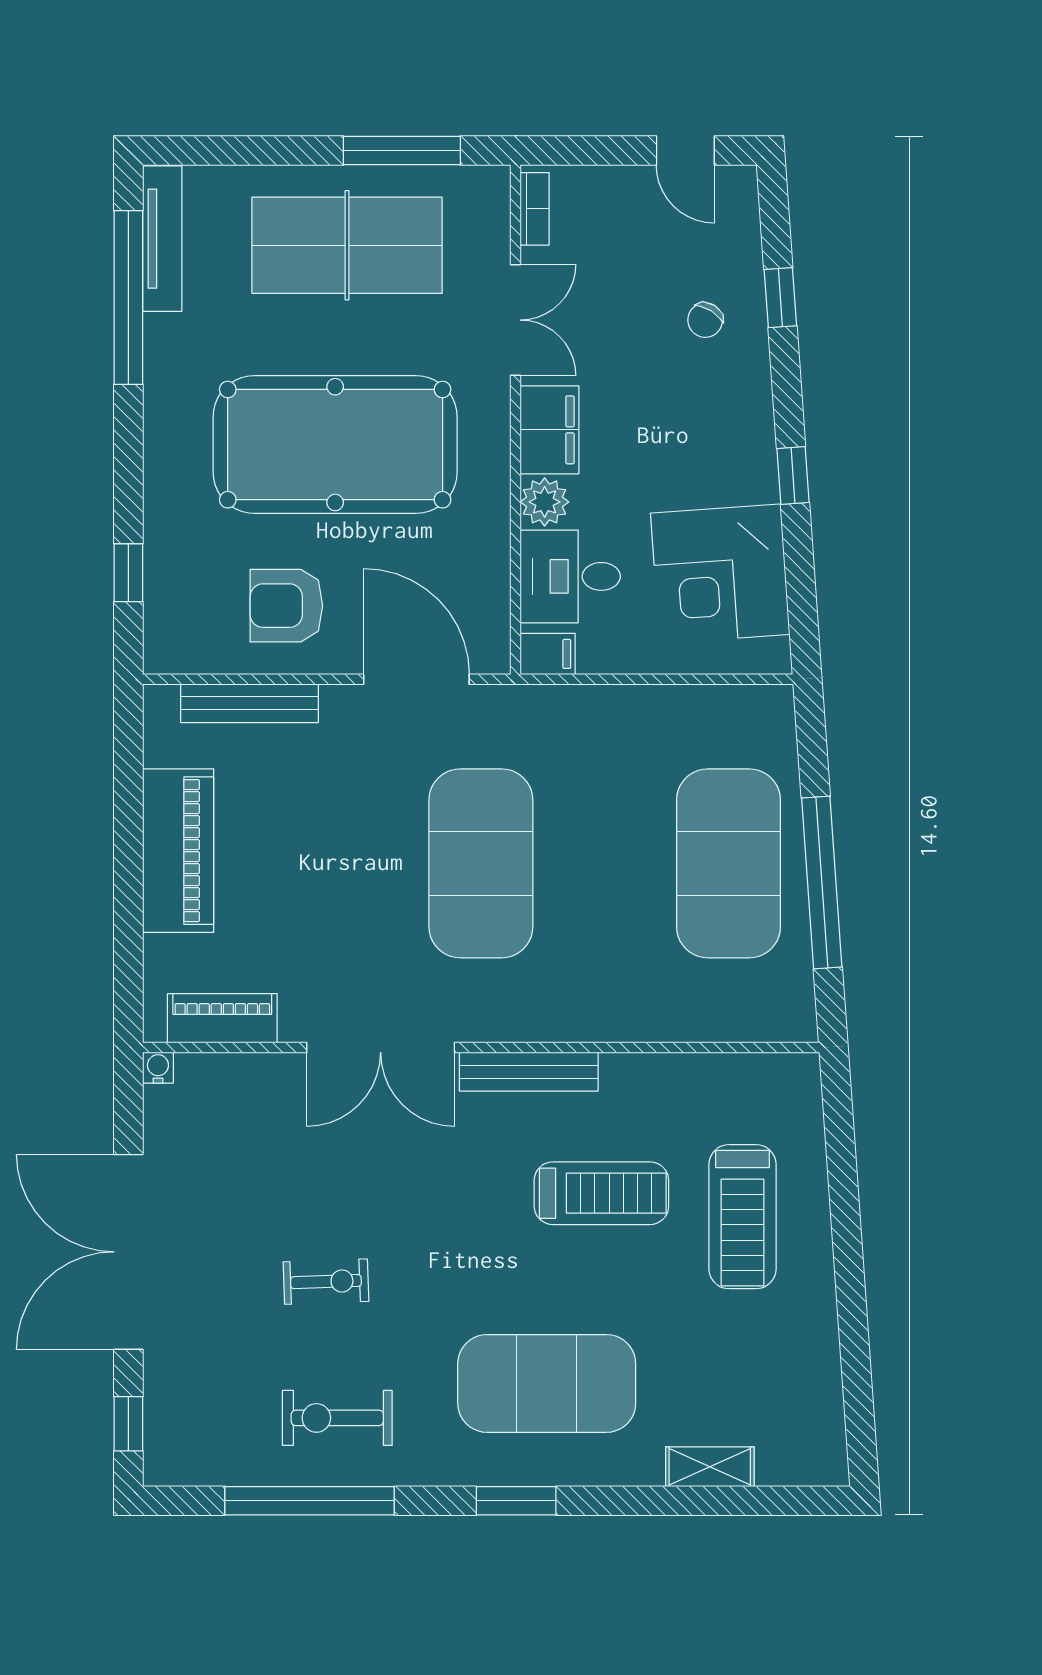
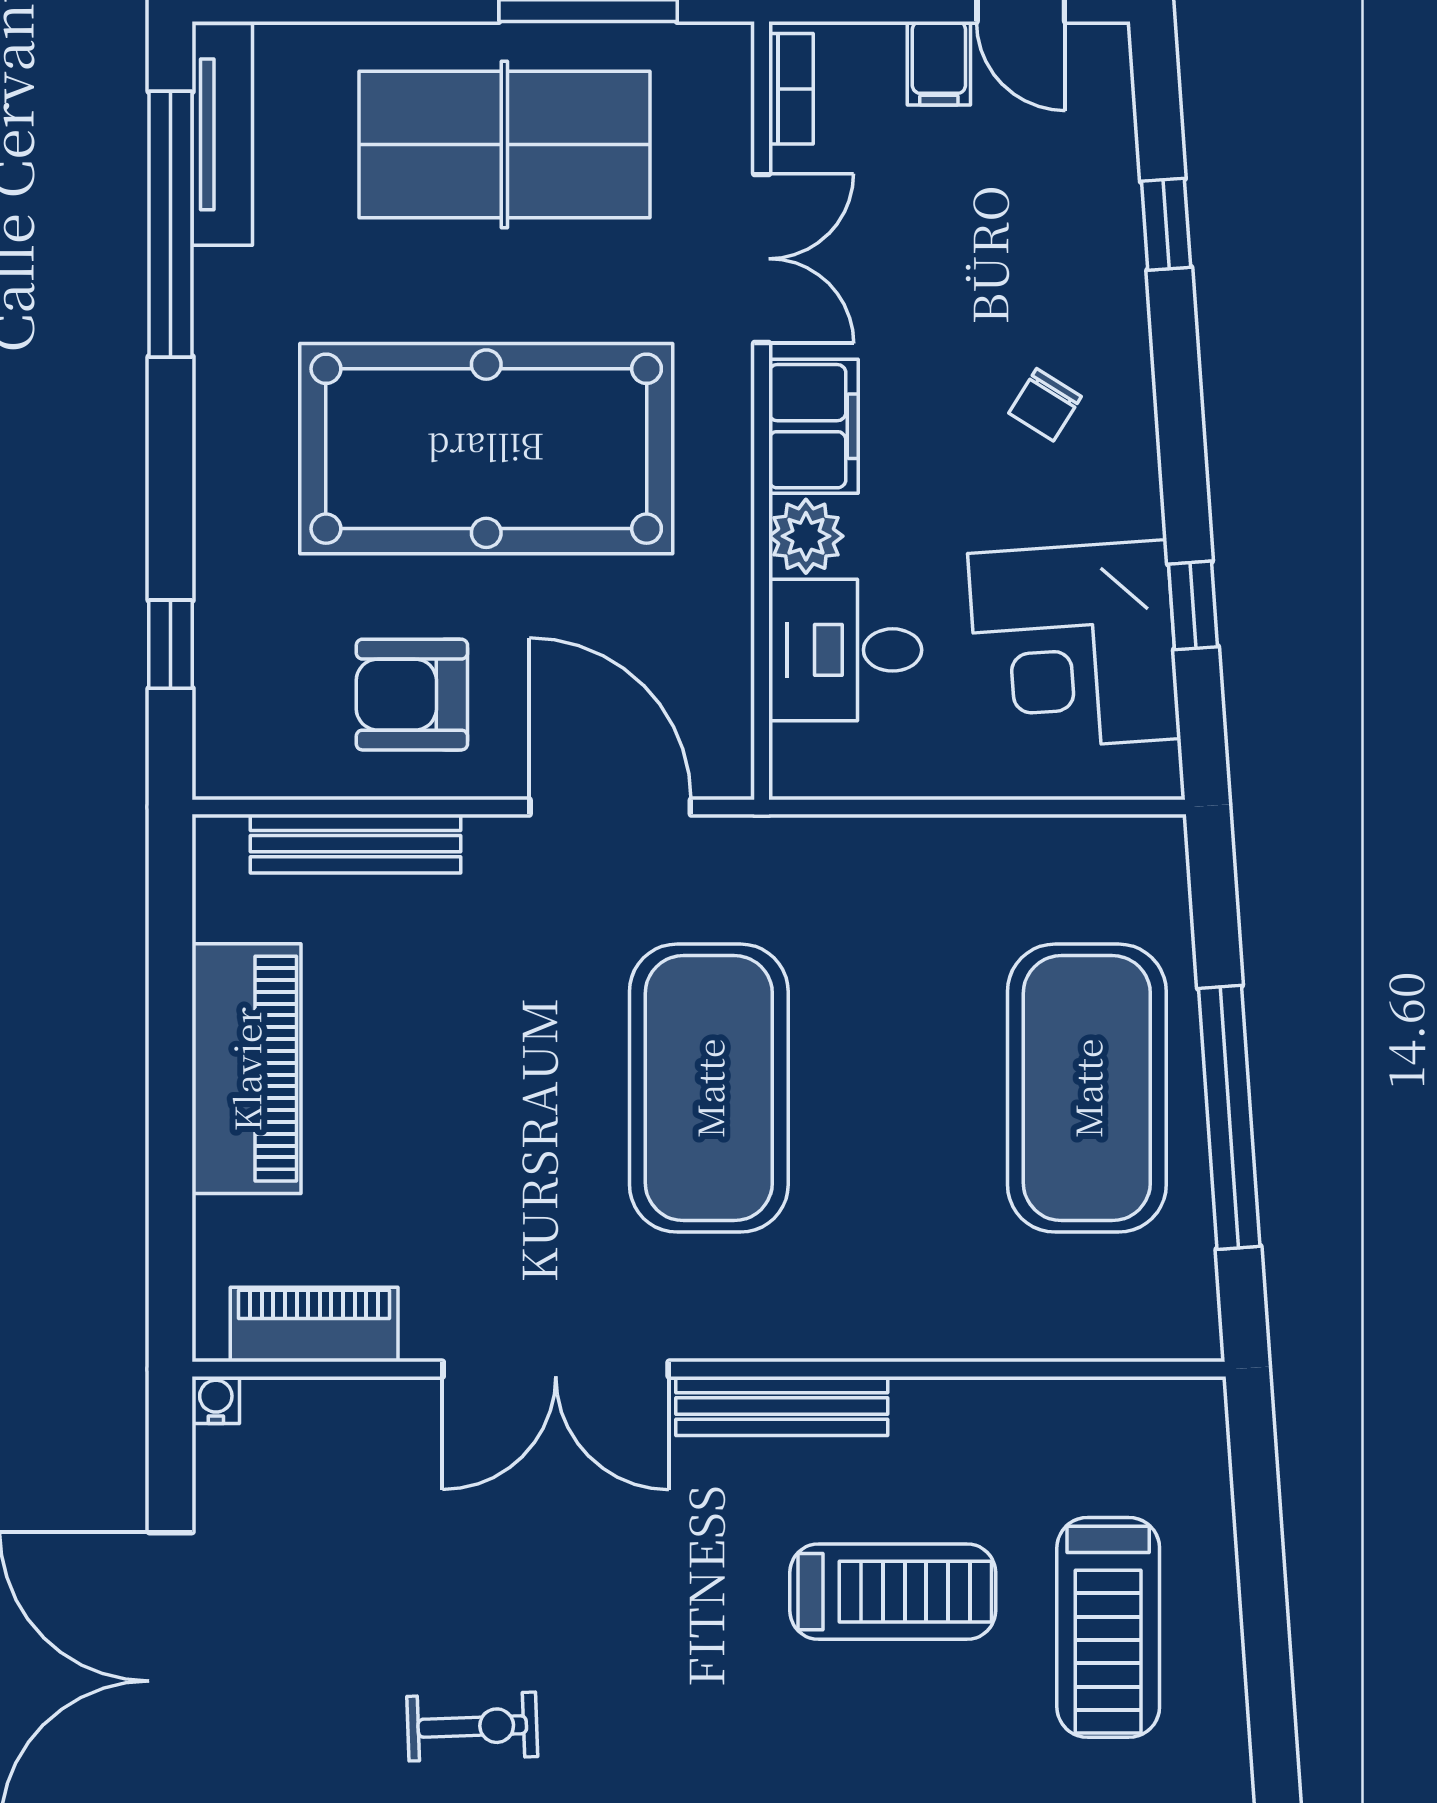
chair: (705, 320) -> (1045, 405), moved
window: (793, 475) -> (1193, 605), moved
filing cabinet: (548, 654) -> (939, 63), moved, turned 90

